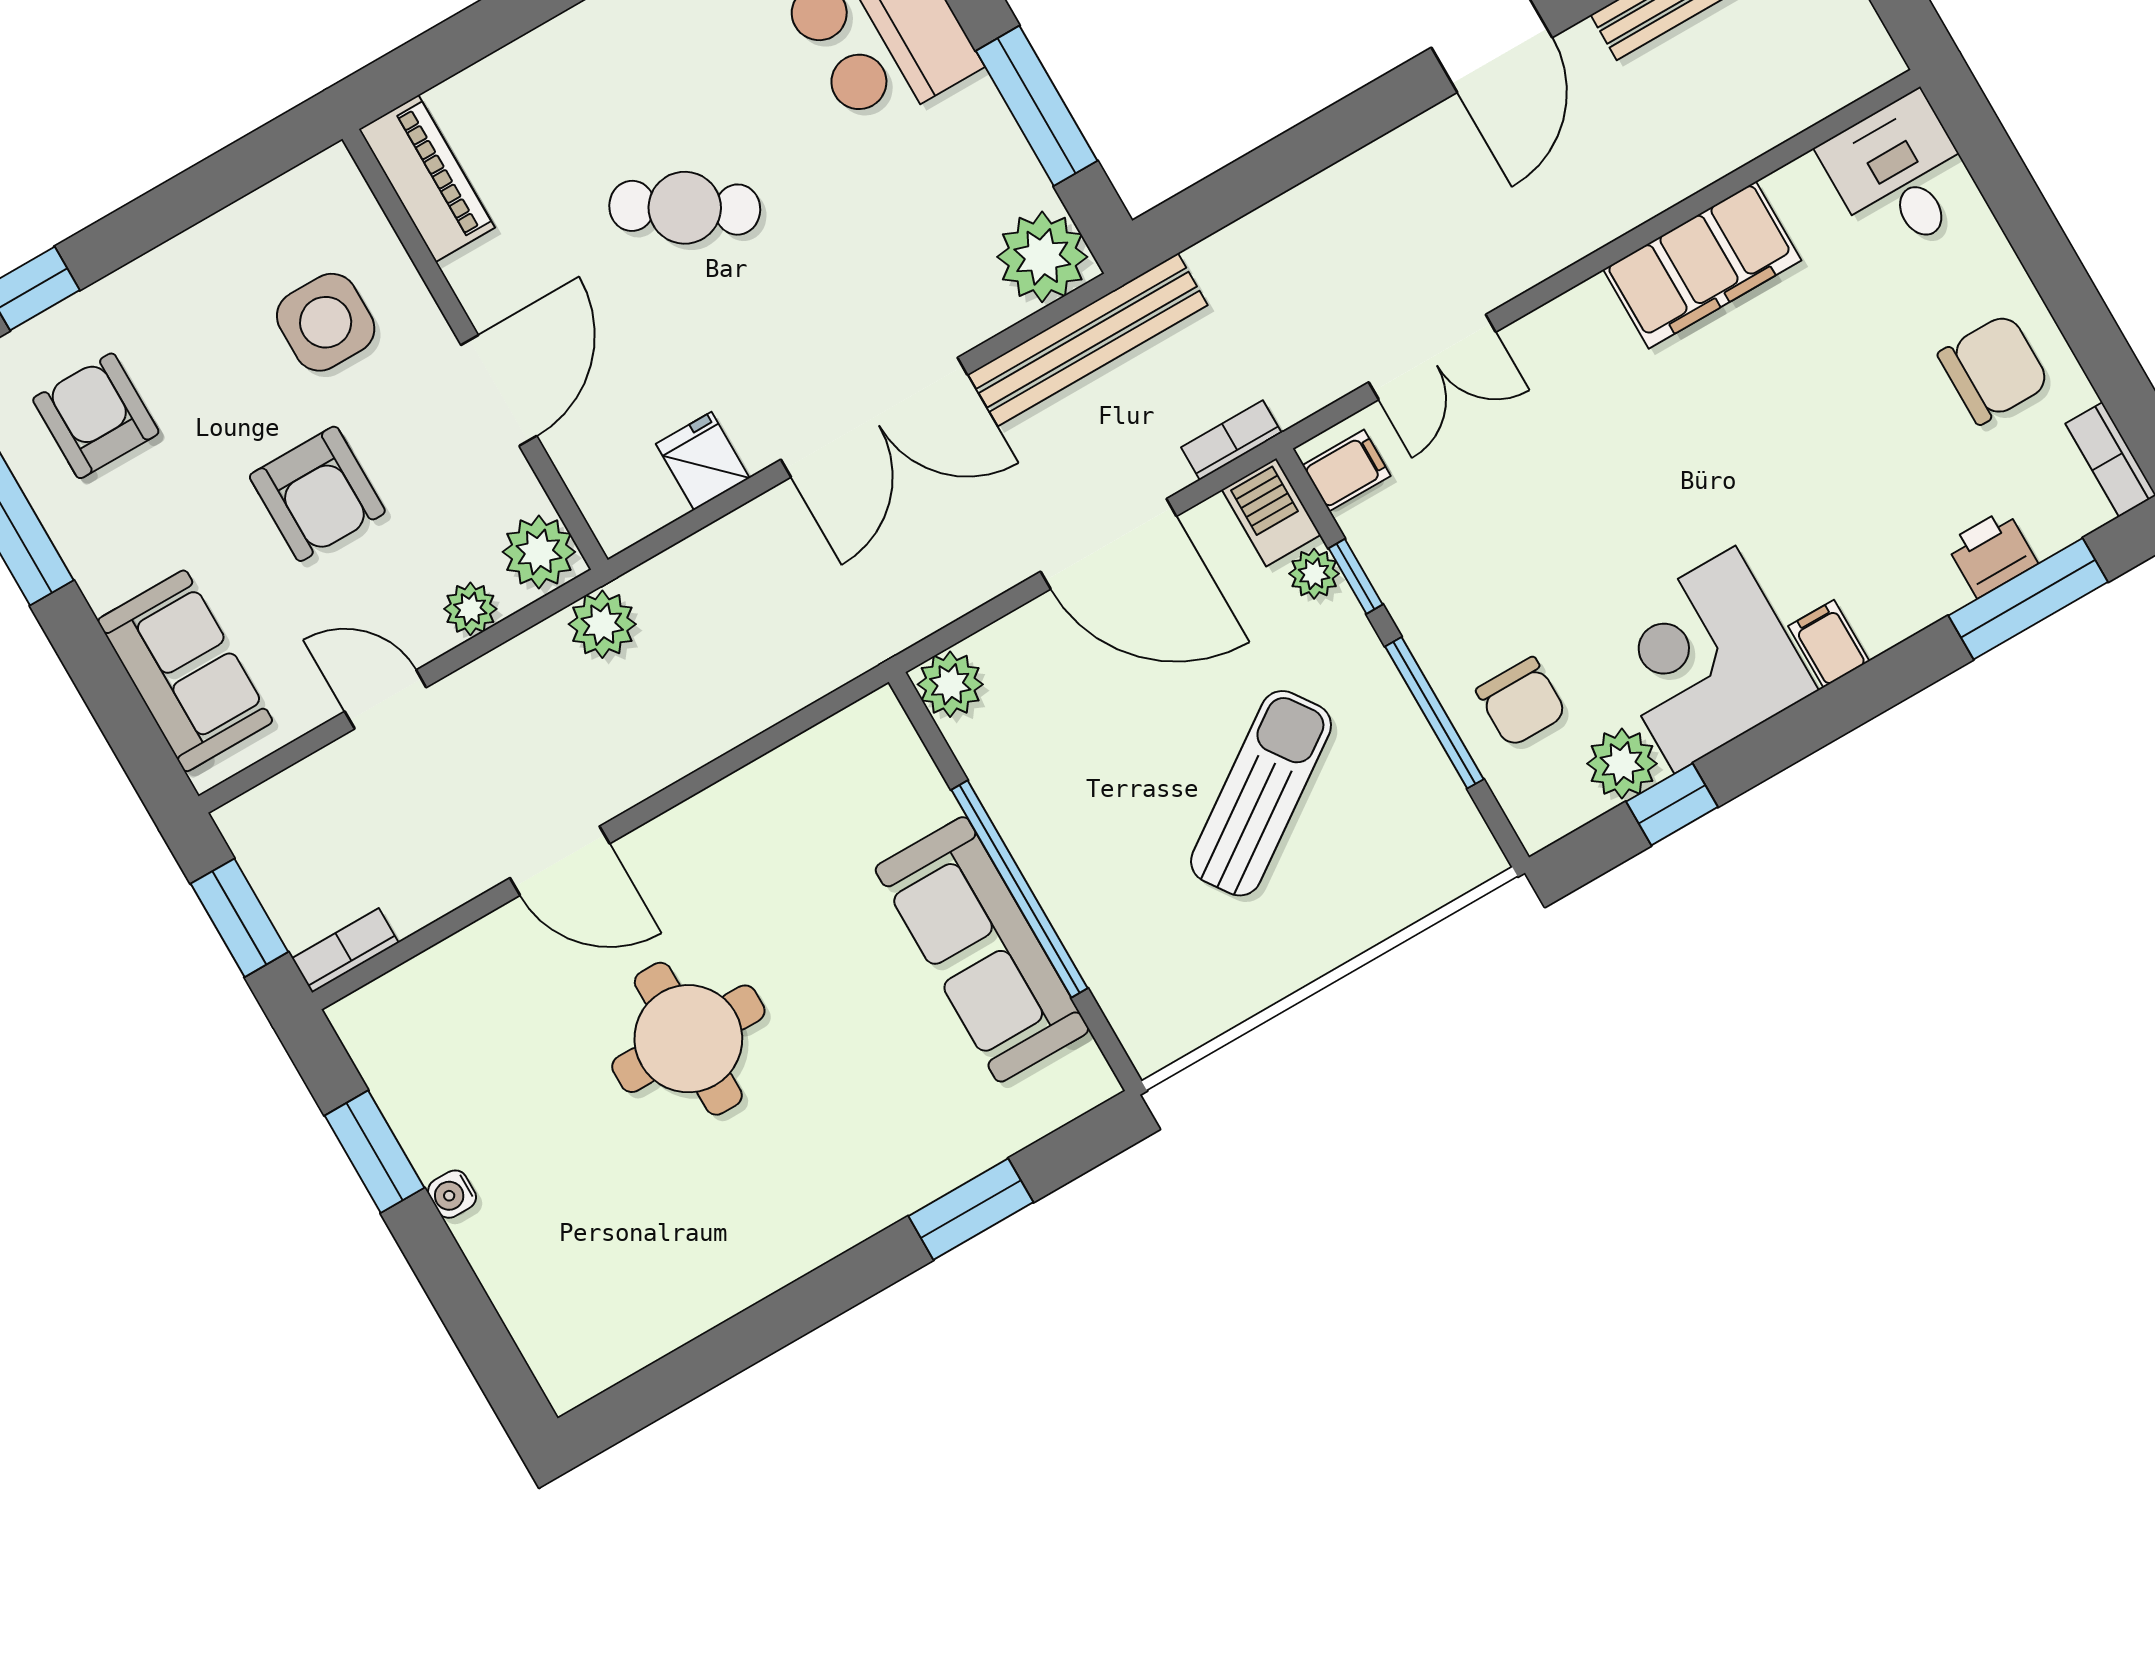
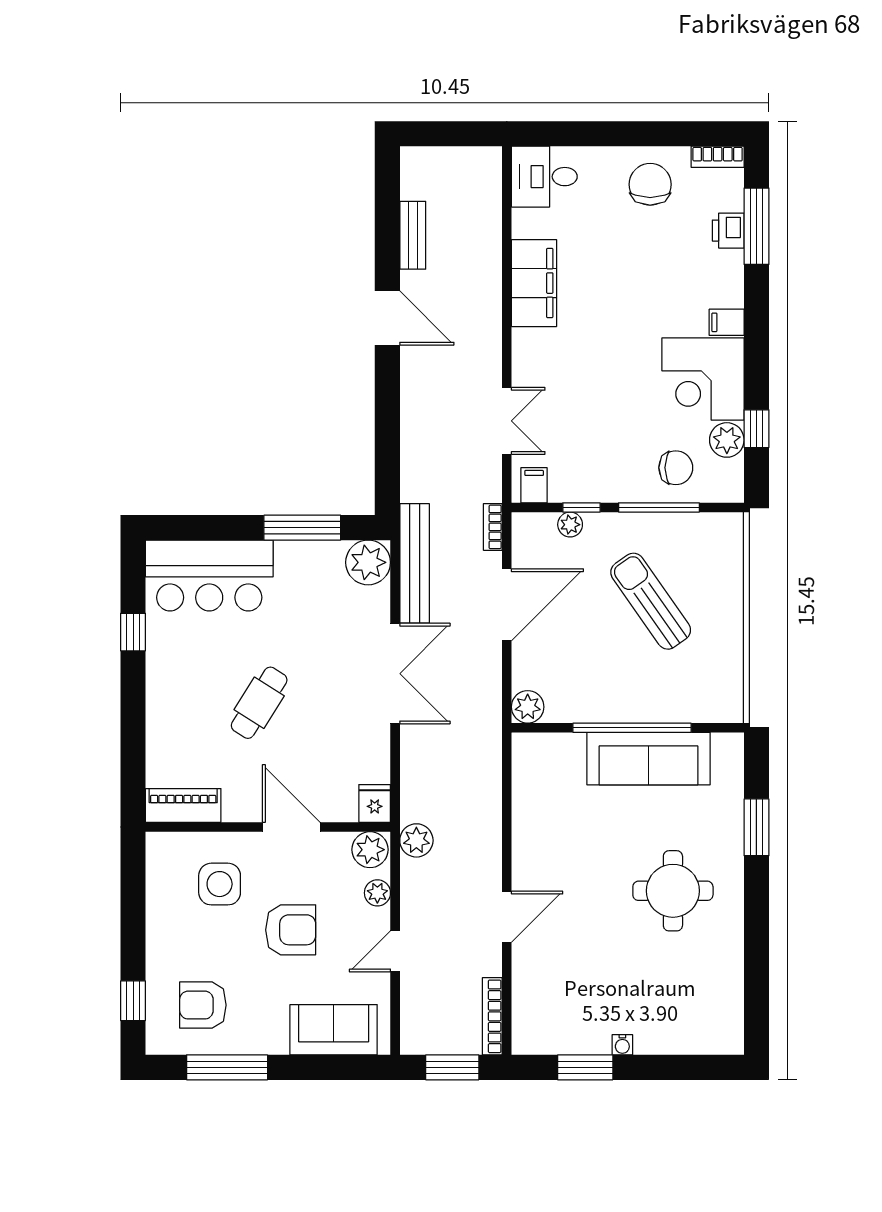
fridge: (703, 461) -> (375, 803), moved, turned 90
barbecue: (1271, 512) -> (533, 528), removed
bookcase: (345, 950) -> (492, 1016), width x1.56
round table: (688, 1039) -> (673, 891), moved

